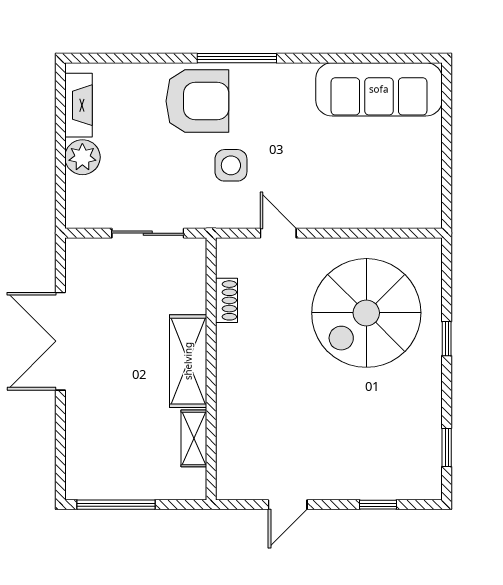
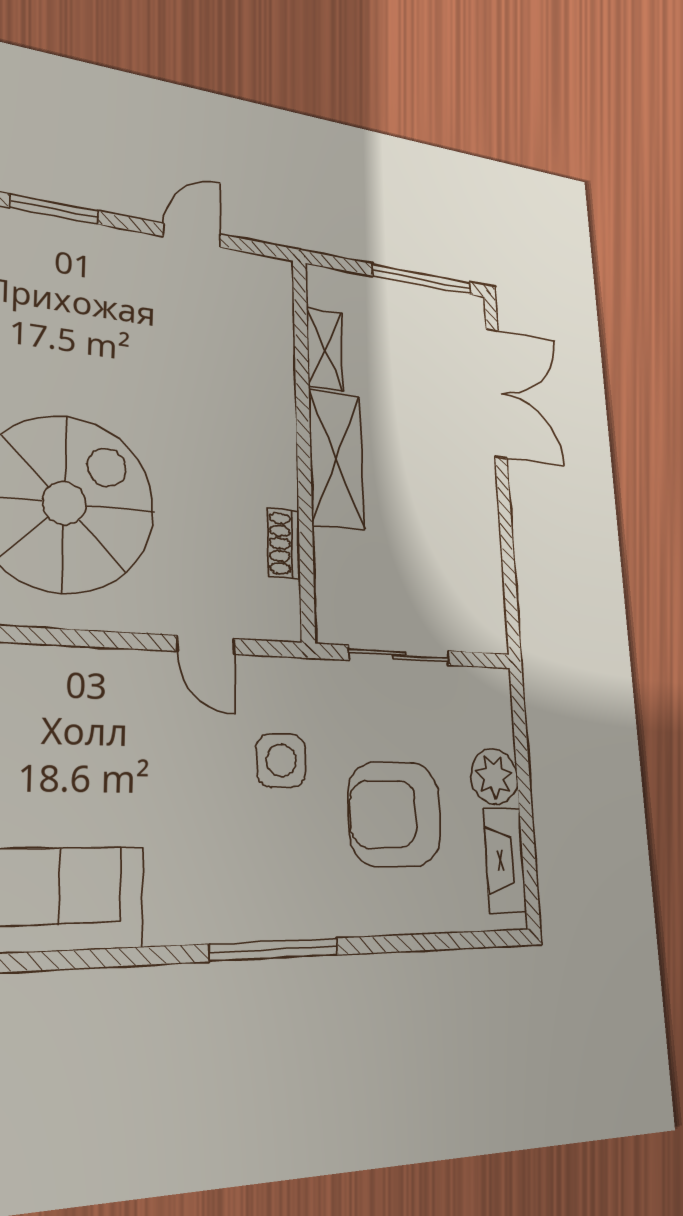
armchair: (197, 101) -> (395, 814), moved
double door: (60, 341) -> (496, 393), moved
window: (378, 505) -> (55, 209), width x1.50

